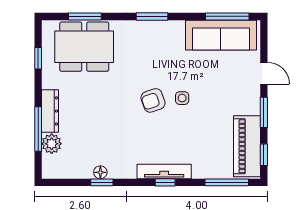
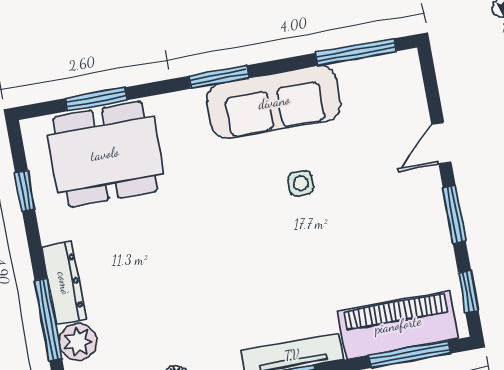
sofa: (221, 35) -> (274, 102), moved
door: (264, 73) -> (441, 143), swing flipped
side table: (182, 98) -> (301, 183), moved
armchair: (153, 100) -> (248, 230), removed
piano: (247, 146) -> (398, 325), moved, turned 90

